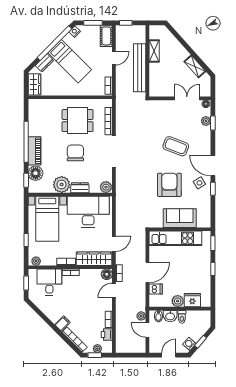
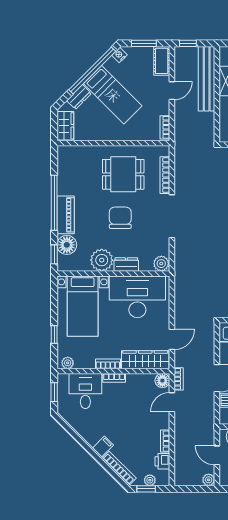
bench: (140, 68) -> (207, 79), moved
plant: (141, 316) -> (209, 480), moved

